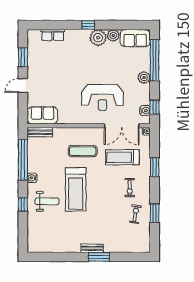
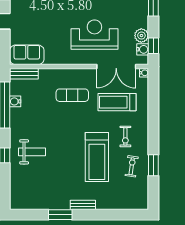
plant: (144, 78) -> (141, 36), moved
reception desk: (102, 97) -> (94, 35), turned 180
window: (155, 167) -> (153, 114), removed
water cooler: (32, 178) -> (15, 101), moved
treadmill: (76, 189) -> (97, 157), moved
window: (99, 257) -> (60, 215), moved

